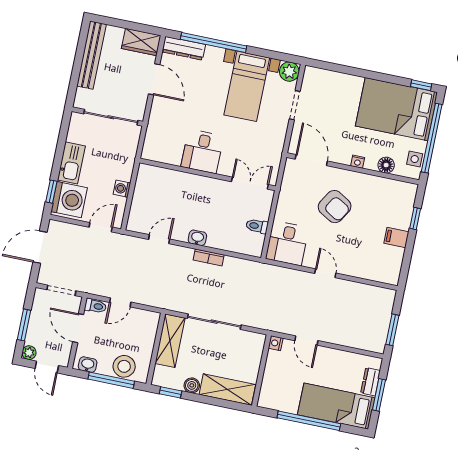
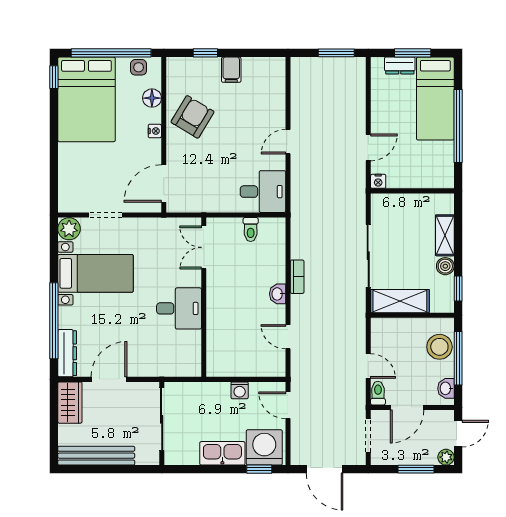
armchair: (335, 207) -> (192, 117), moved
shelving: (227, 390) -> (445, 235), width x0.67, depth x0.75

